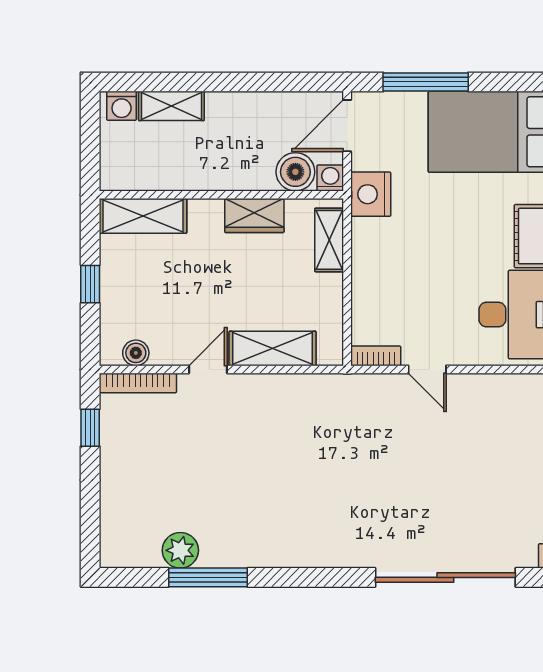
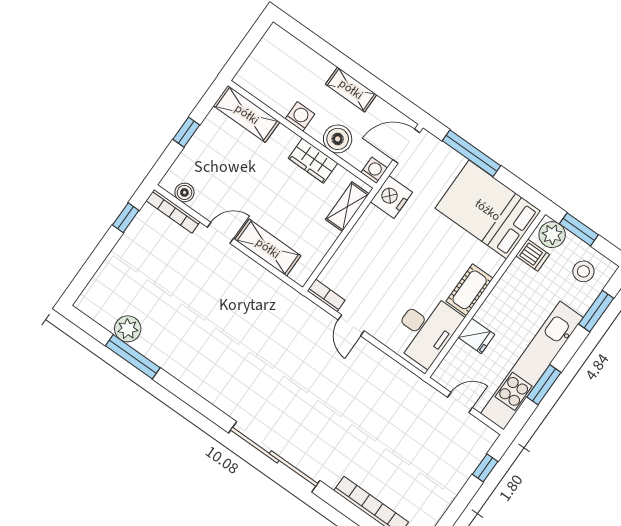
washing machine: (122, 106) -> (300, 116), moved, turned 180
shelving: (171, 106) -> (351, 89), moved
boiler: (295, 172) -> (338, 139), moved

